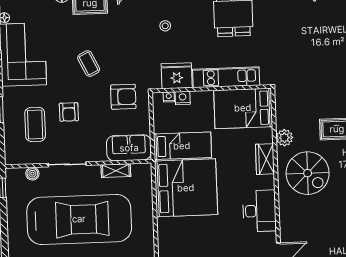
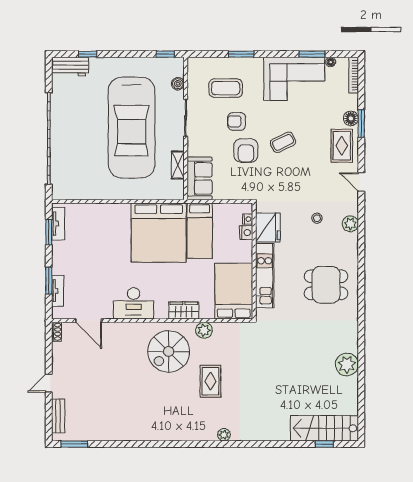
armchair: (123, 97) -> (246, 150), moved

